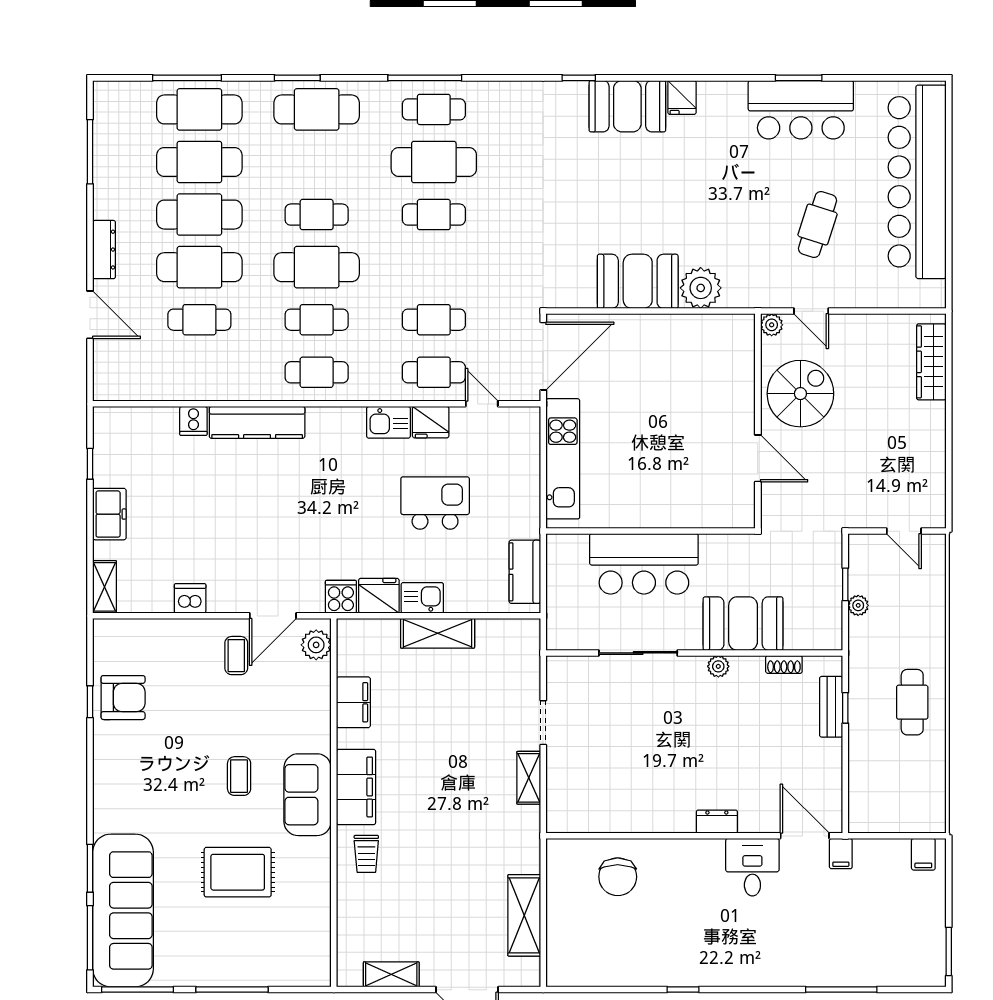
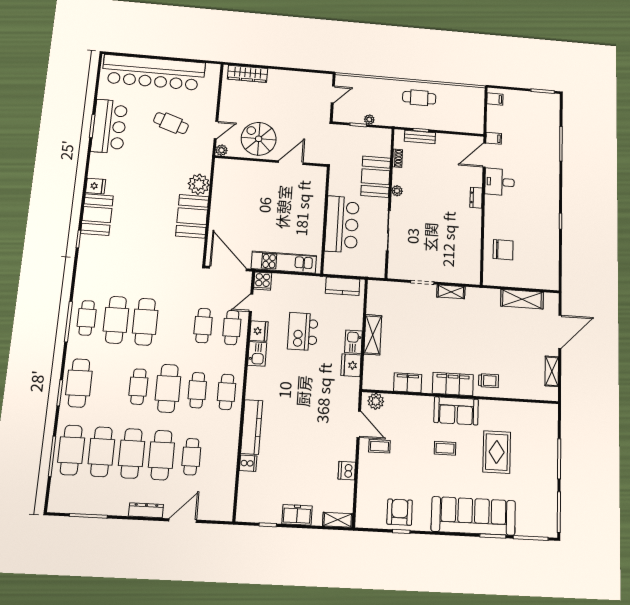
cafe table: (434, 215) -> (145, 322), width x1.37, depth x1.35
cooker: (341, 597) -> (263, 281), moved, turned -90
sofa: (123, 910) -> (473, 516), moved

